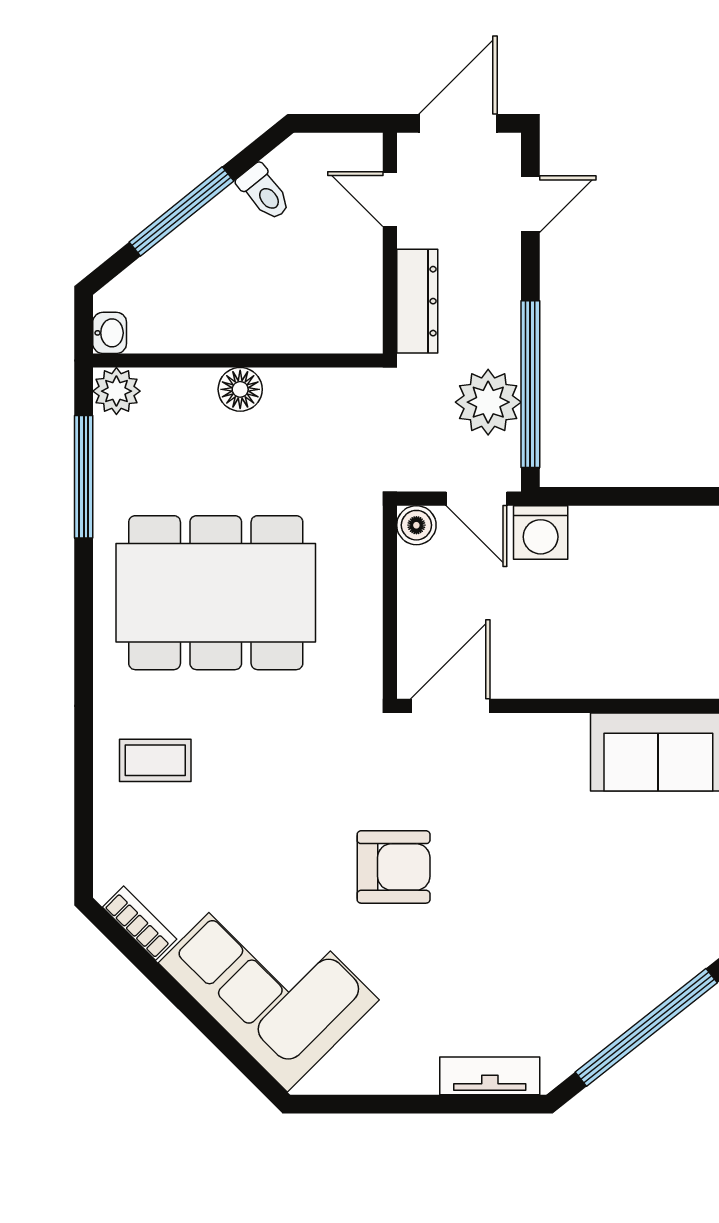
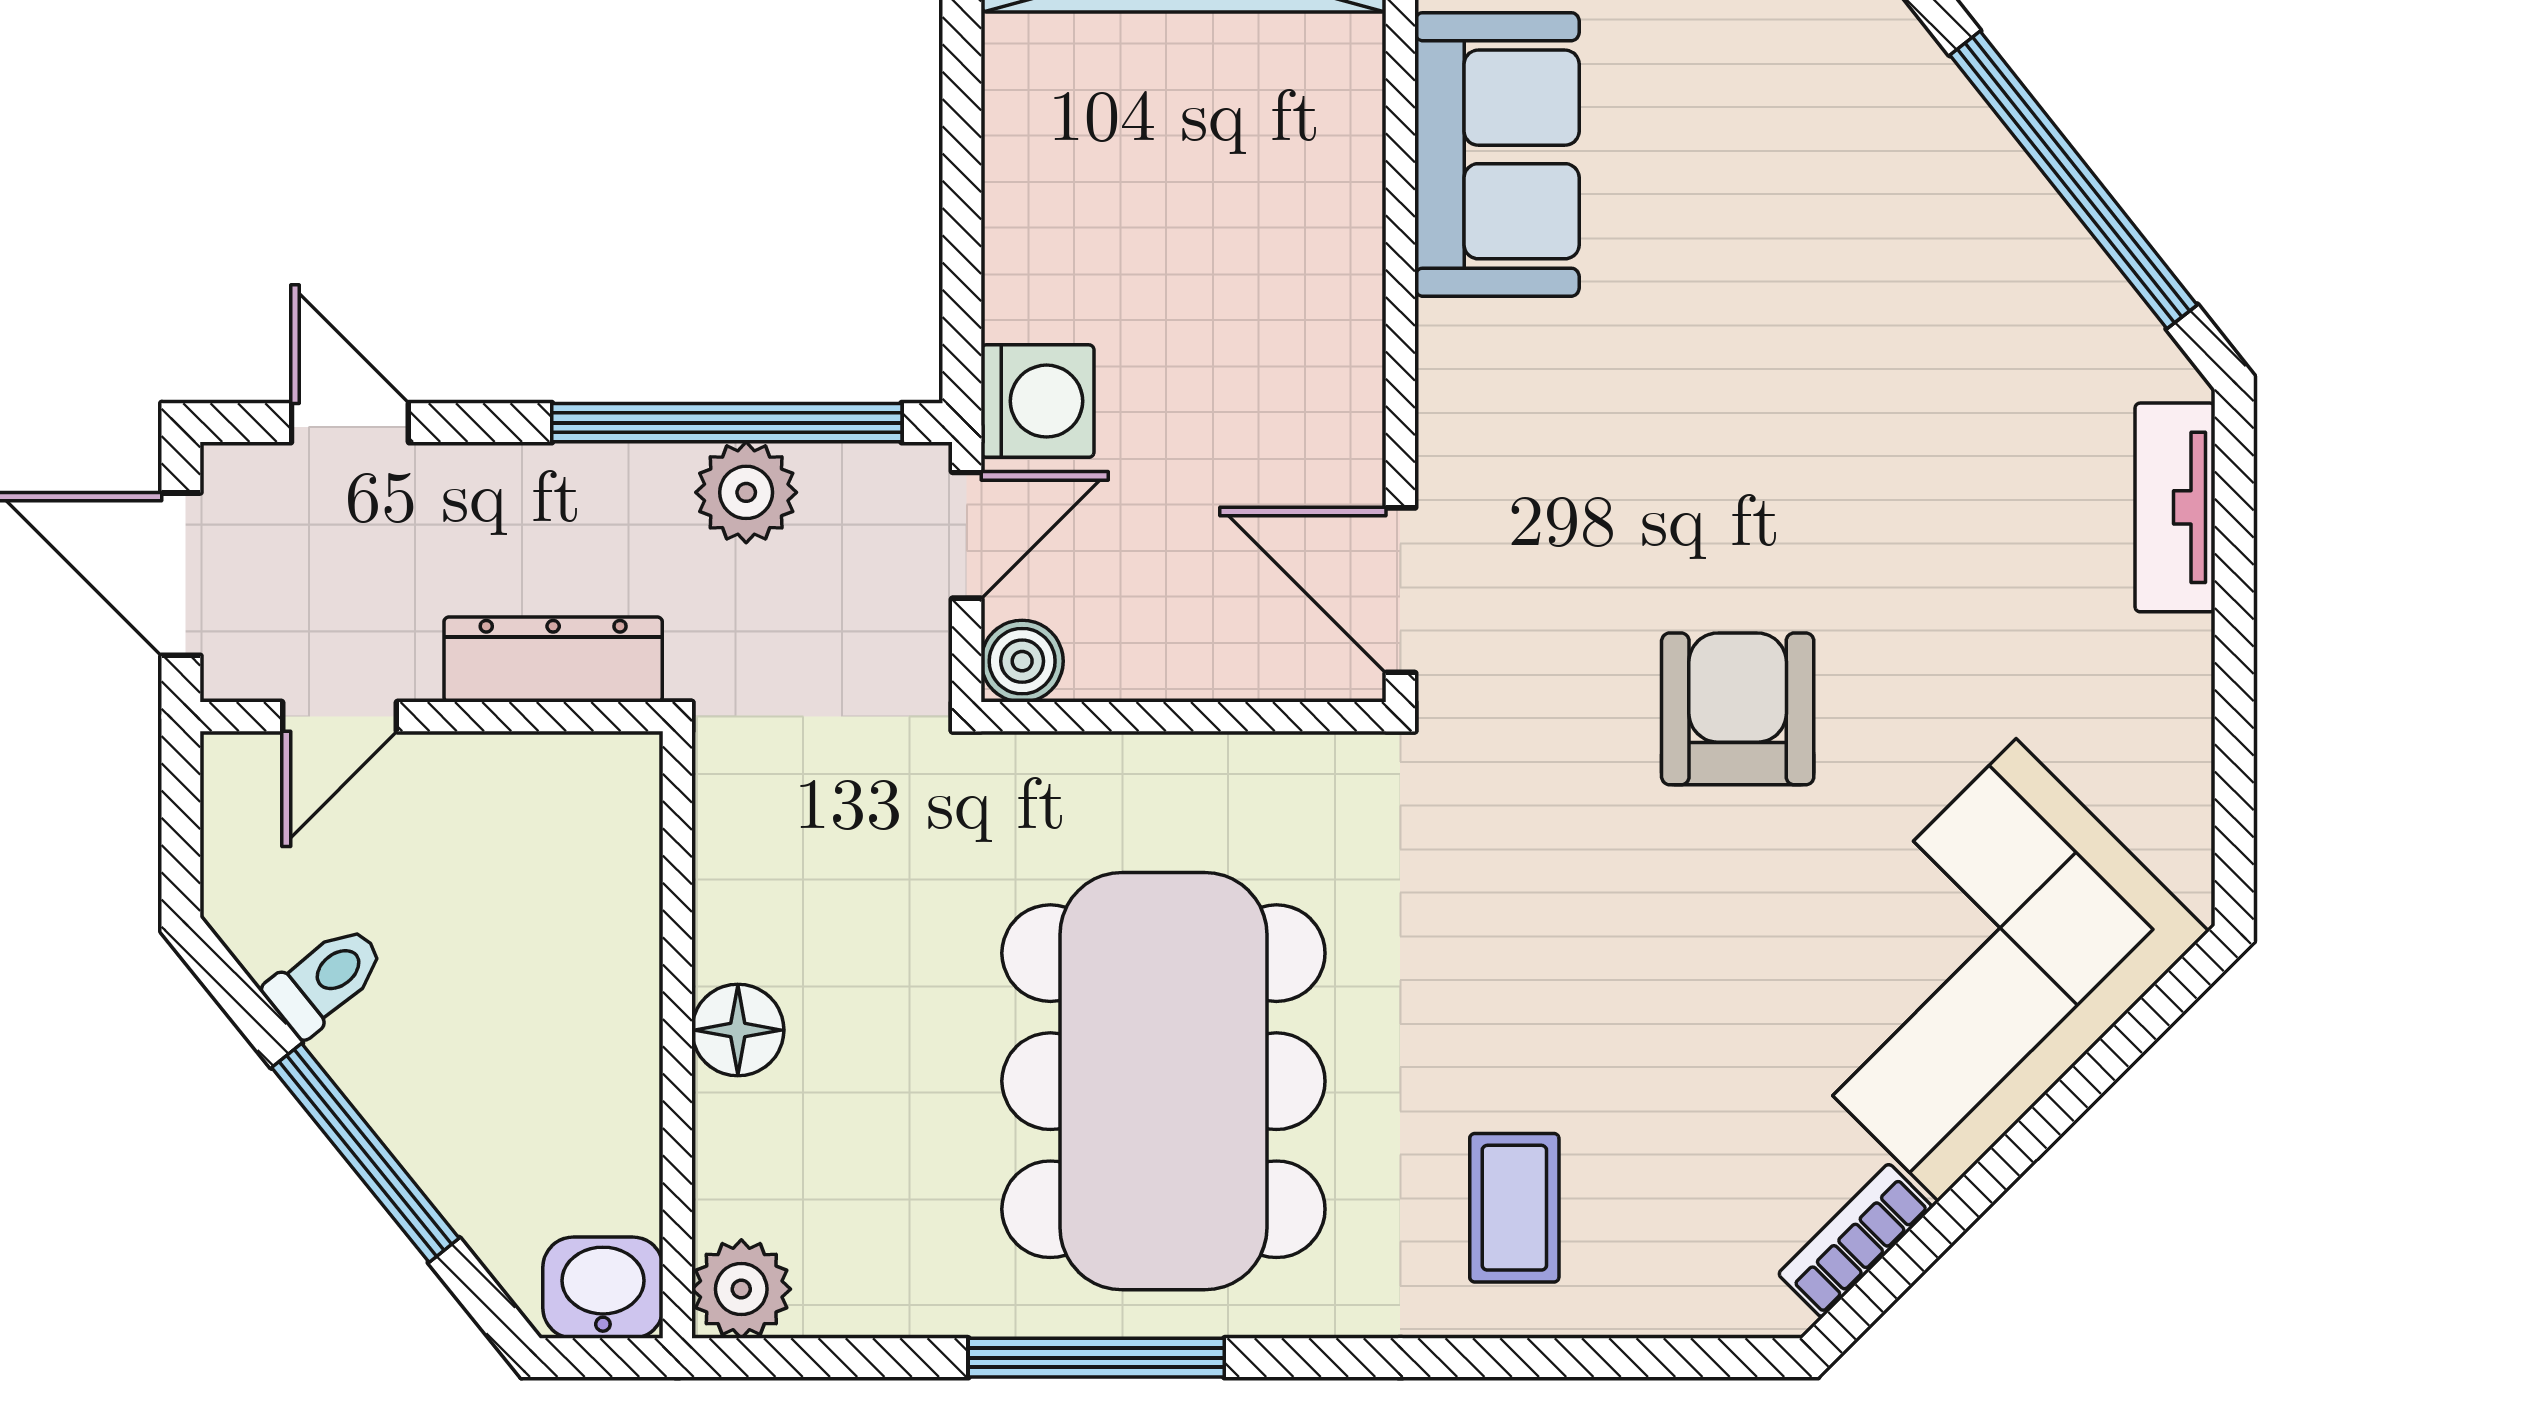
washbasin: (110, 333) -> (603, 1288), width x1.38, depth x1.45
plant: (488, 402) -> (746, 492), width x0.73, depth x0.73
window: (84, 477) -> (1096, 1358), moved

